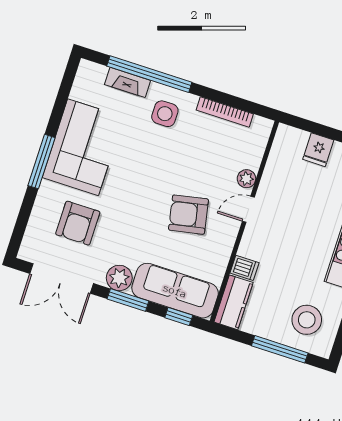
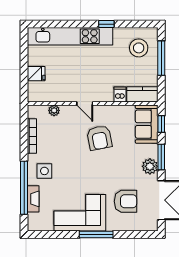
plant: (246, 179) -> (54, 110), moved
sofa: (175, 291) -> (147, 124), width x0.73

